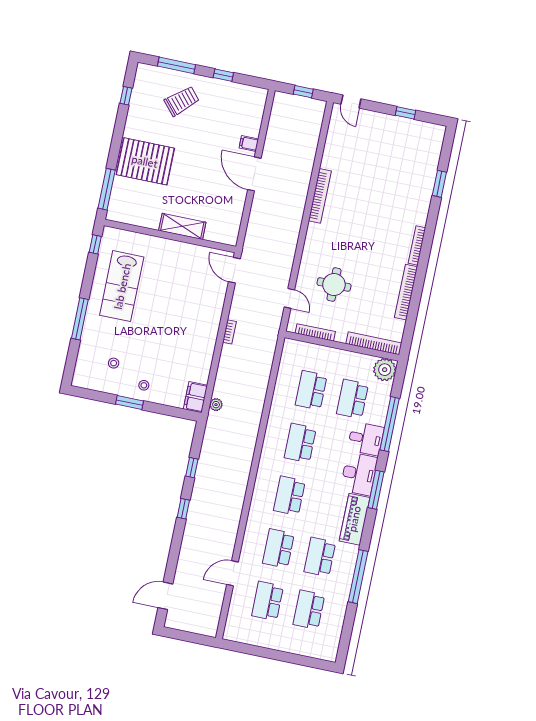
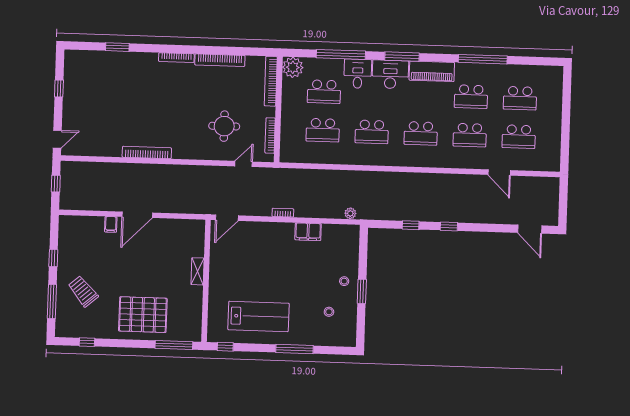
pallet: (145, 161) -> (143, 315), turned 90
shelving: (182, 226) -> (198, 271), width x0.67, depth x0.75
filing cabinet: (195, 397) -> (308, 232), moved

